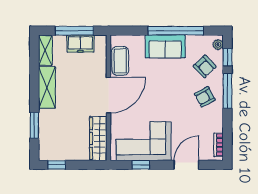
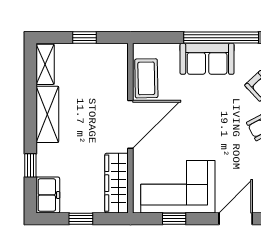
window: (74, 31) -> (84, 38), width x0.46
freezer: (80, 44) -> (48, 195), moved, turned -90
window: (34, 125) -> (30, 165), width x0.67
window: (57, 165) -> (81, 219), moved

